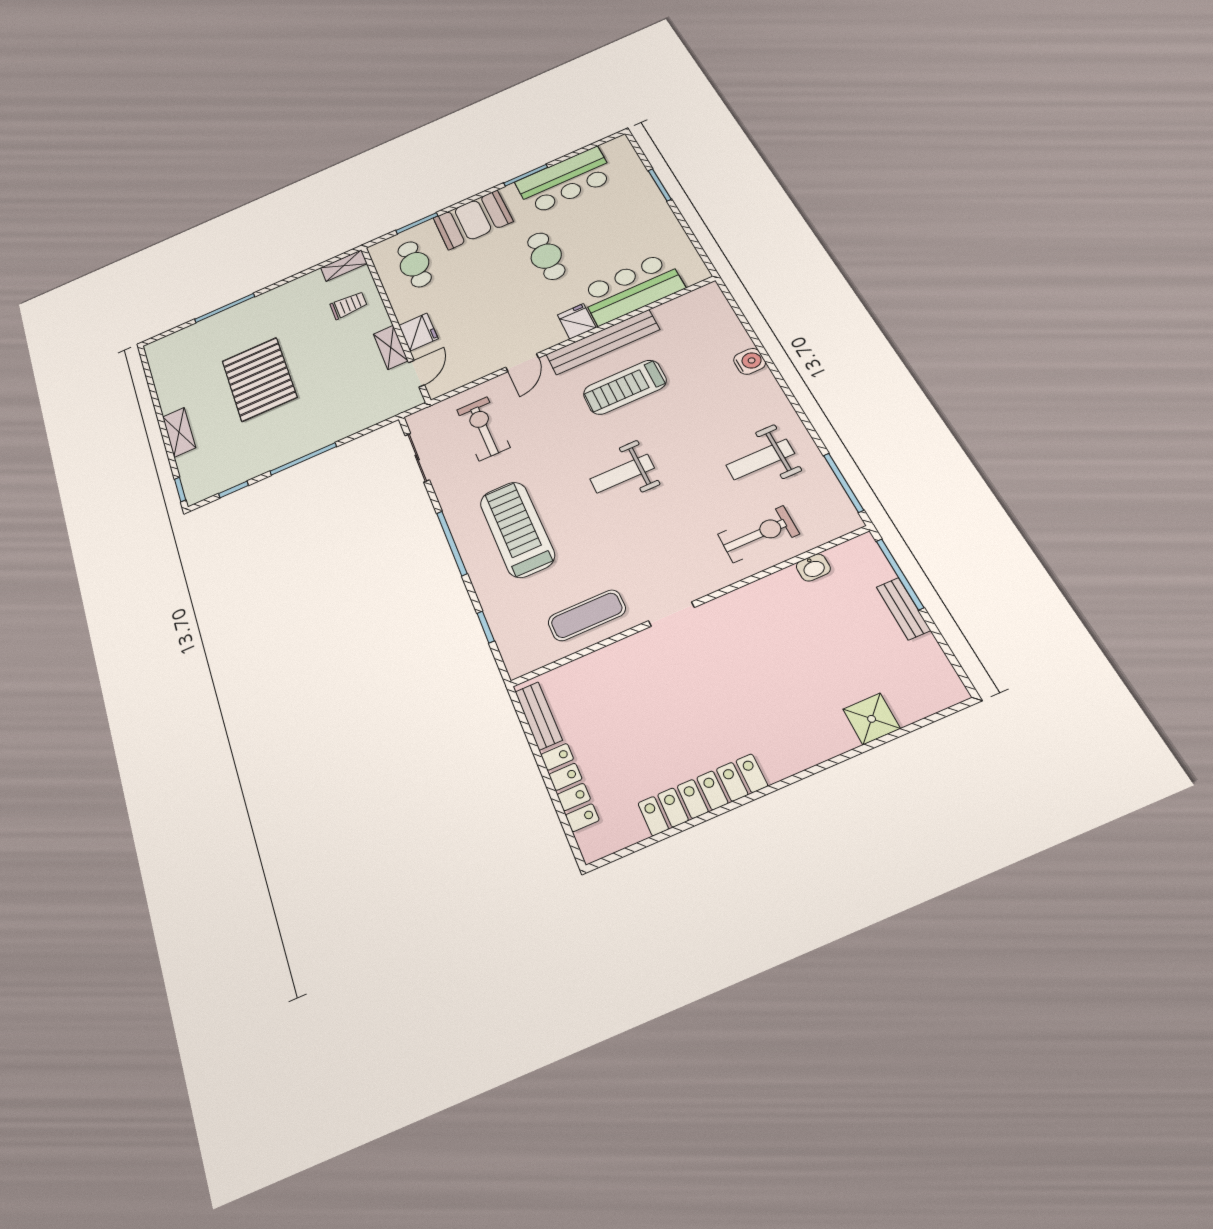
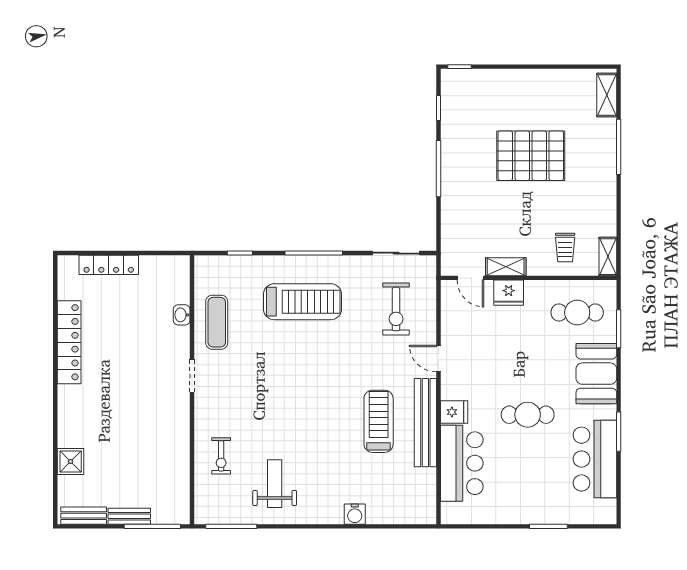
exercise bike: (483, 429) -> (396, 309), turned 90
shelving: (179, 432) -> (607, 95), moved, turned 90
weight bench: (622, 474) -> (310, 390), removed
exercise bike: (758, 534) -> (221, 456), width x0.73, depth x0.72
washbasin: (813, 568) -> (182, 315), moved
bench: (539, 716) -> (84, 516), moved

